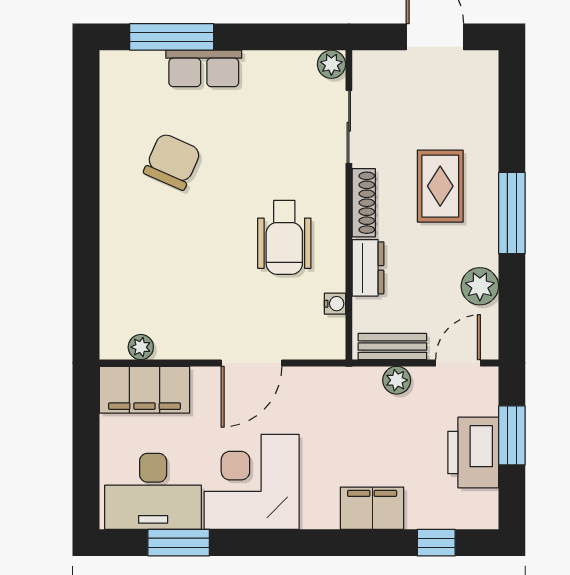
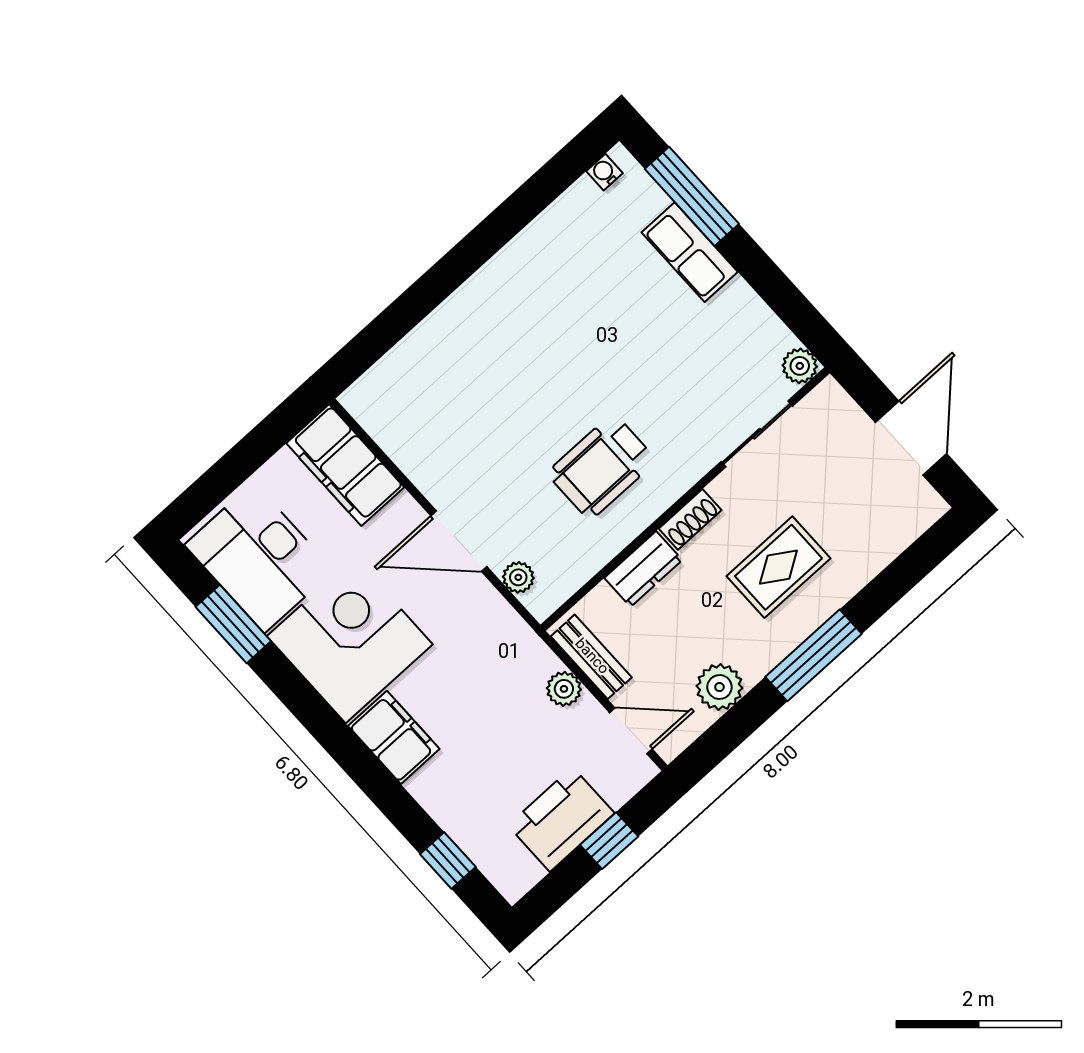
chair: (172, 161) -> (578, 301), removed
shoe rack: (364, 203) -> (690, 519), width x0.70
water cooler: (335, 304) -> (605, 172), moved, turned 180
plant: (141, 347) -> (518, 577), moved
window: (512, 435) -> (609, 841), width x0.67
filing cabinet: (372, 508) -> (394, 737), moved

